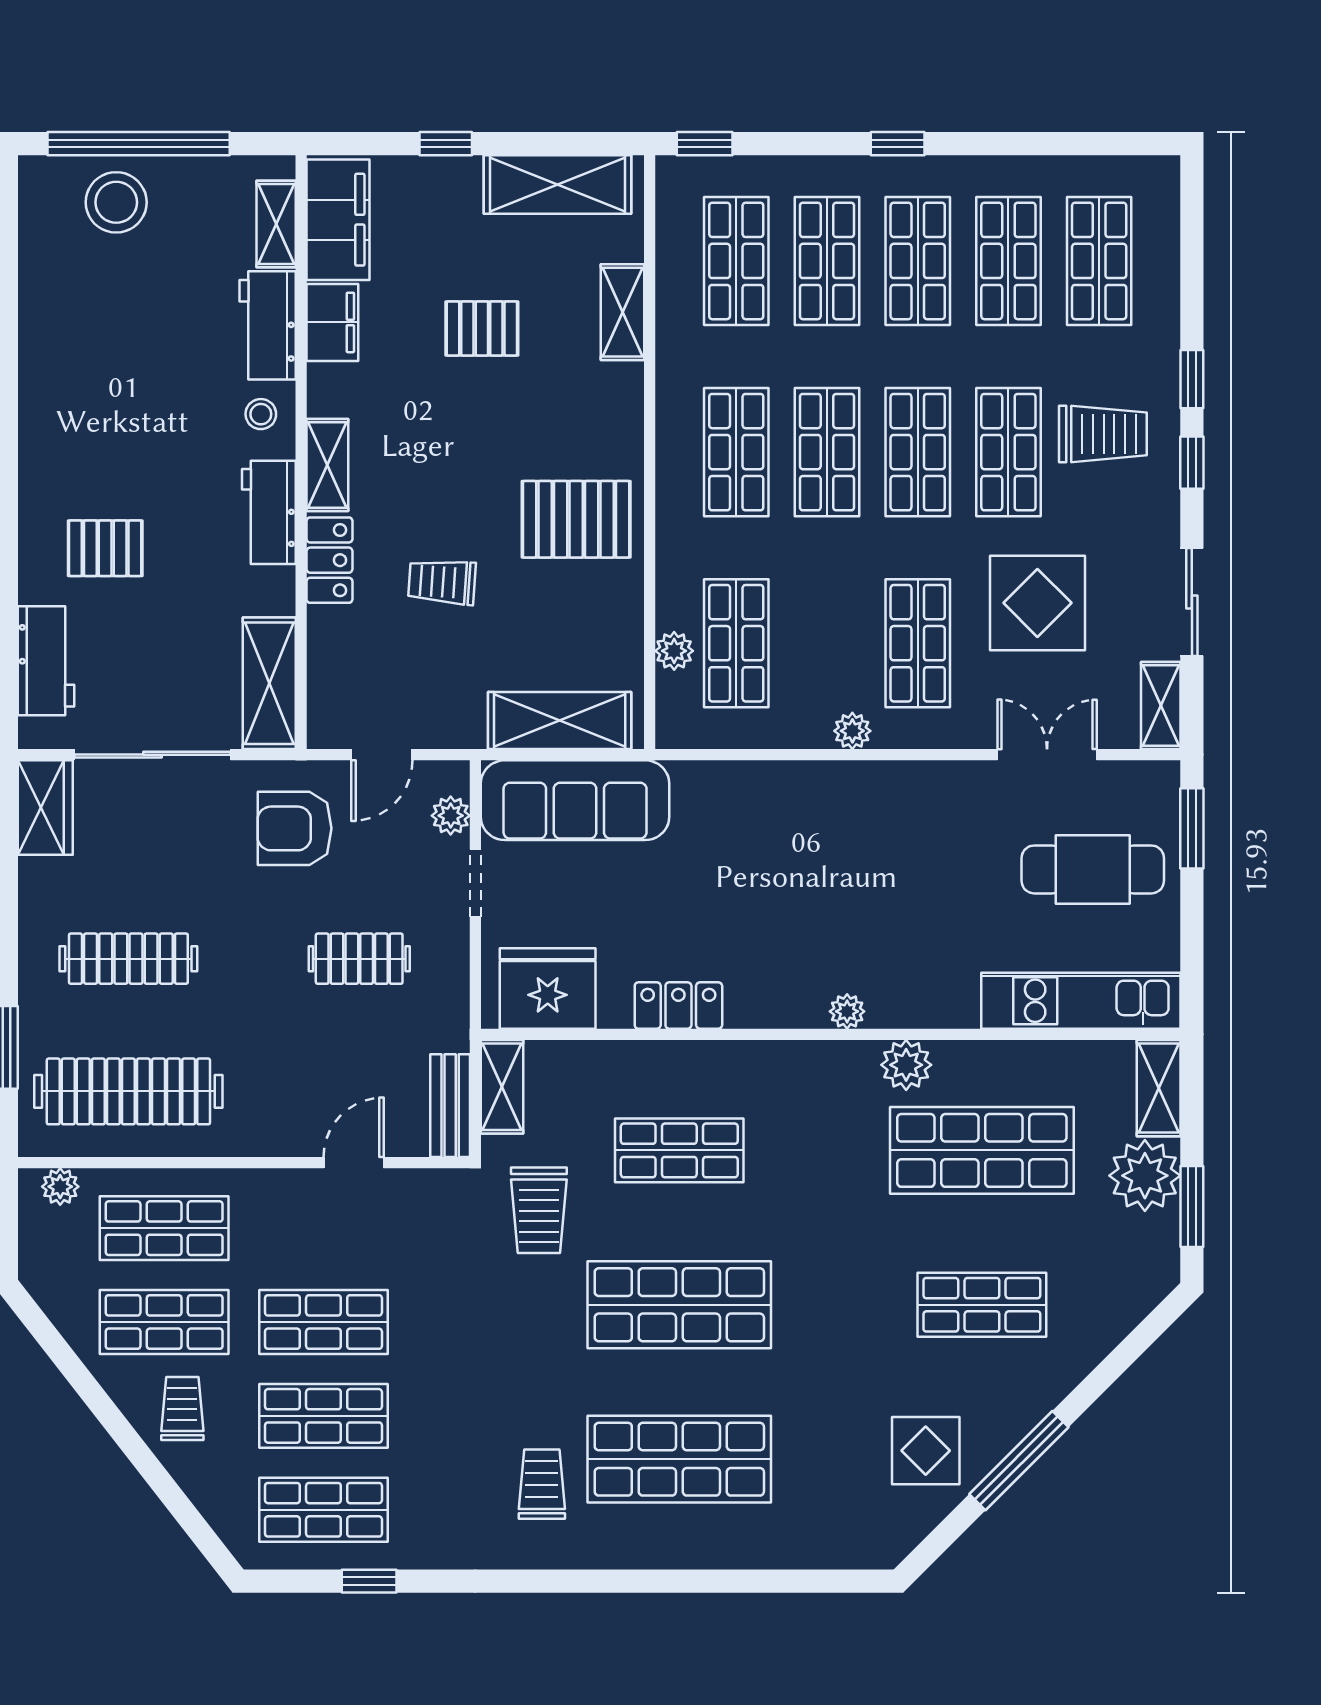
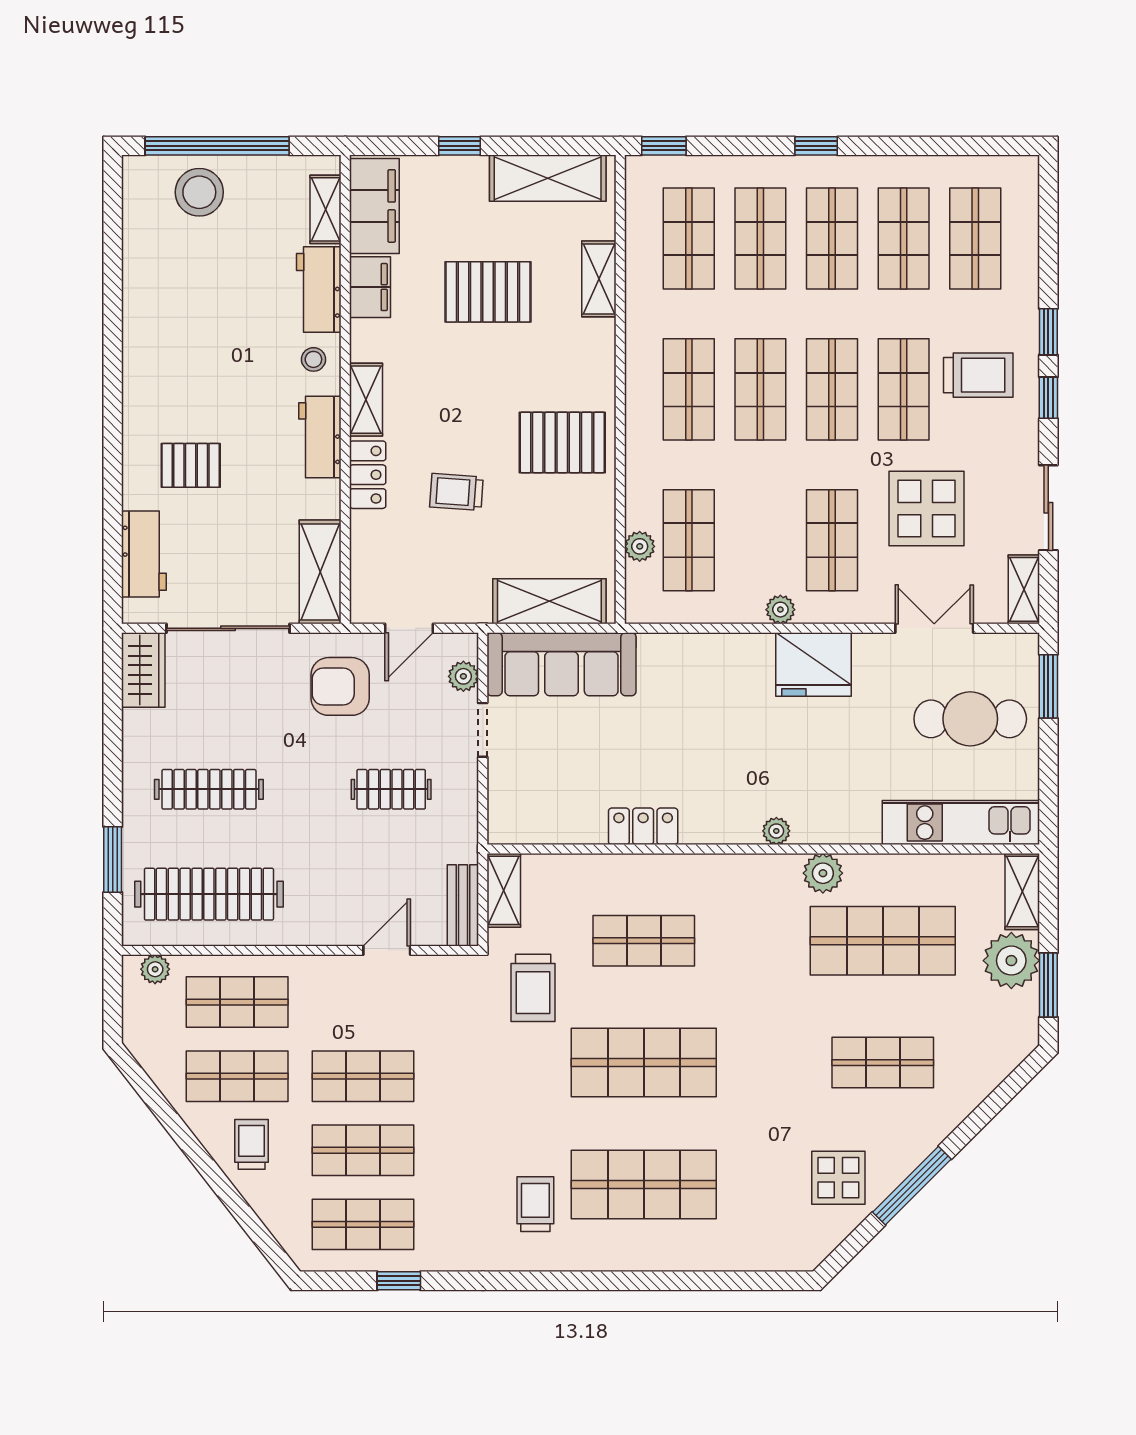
pallet: (482, 329) -> (488, 292), width x1.50, depth x1.42
fridge: (548, 988) -> (813, 664), moved, turned 180

